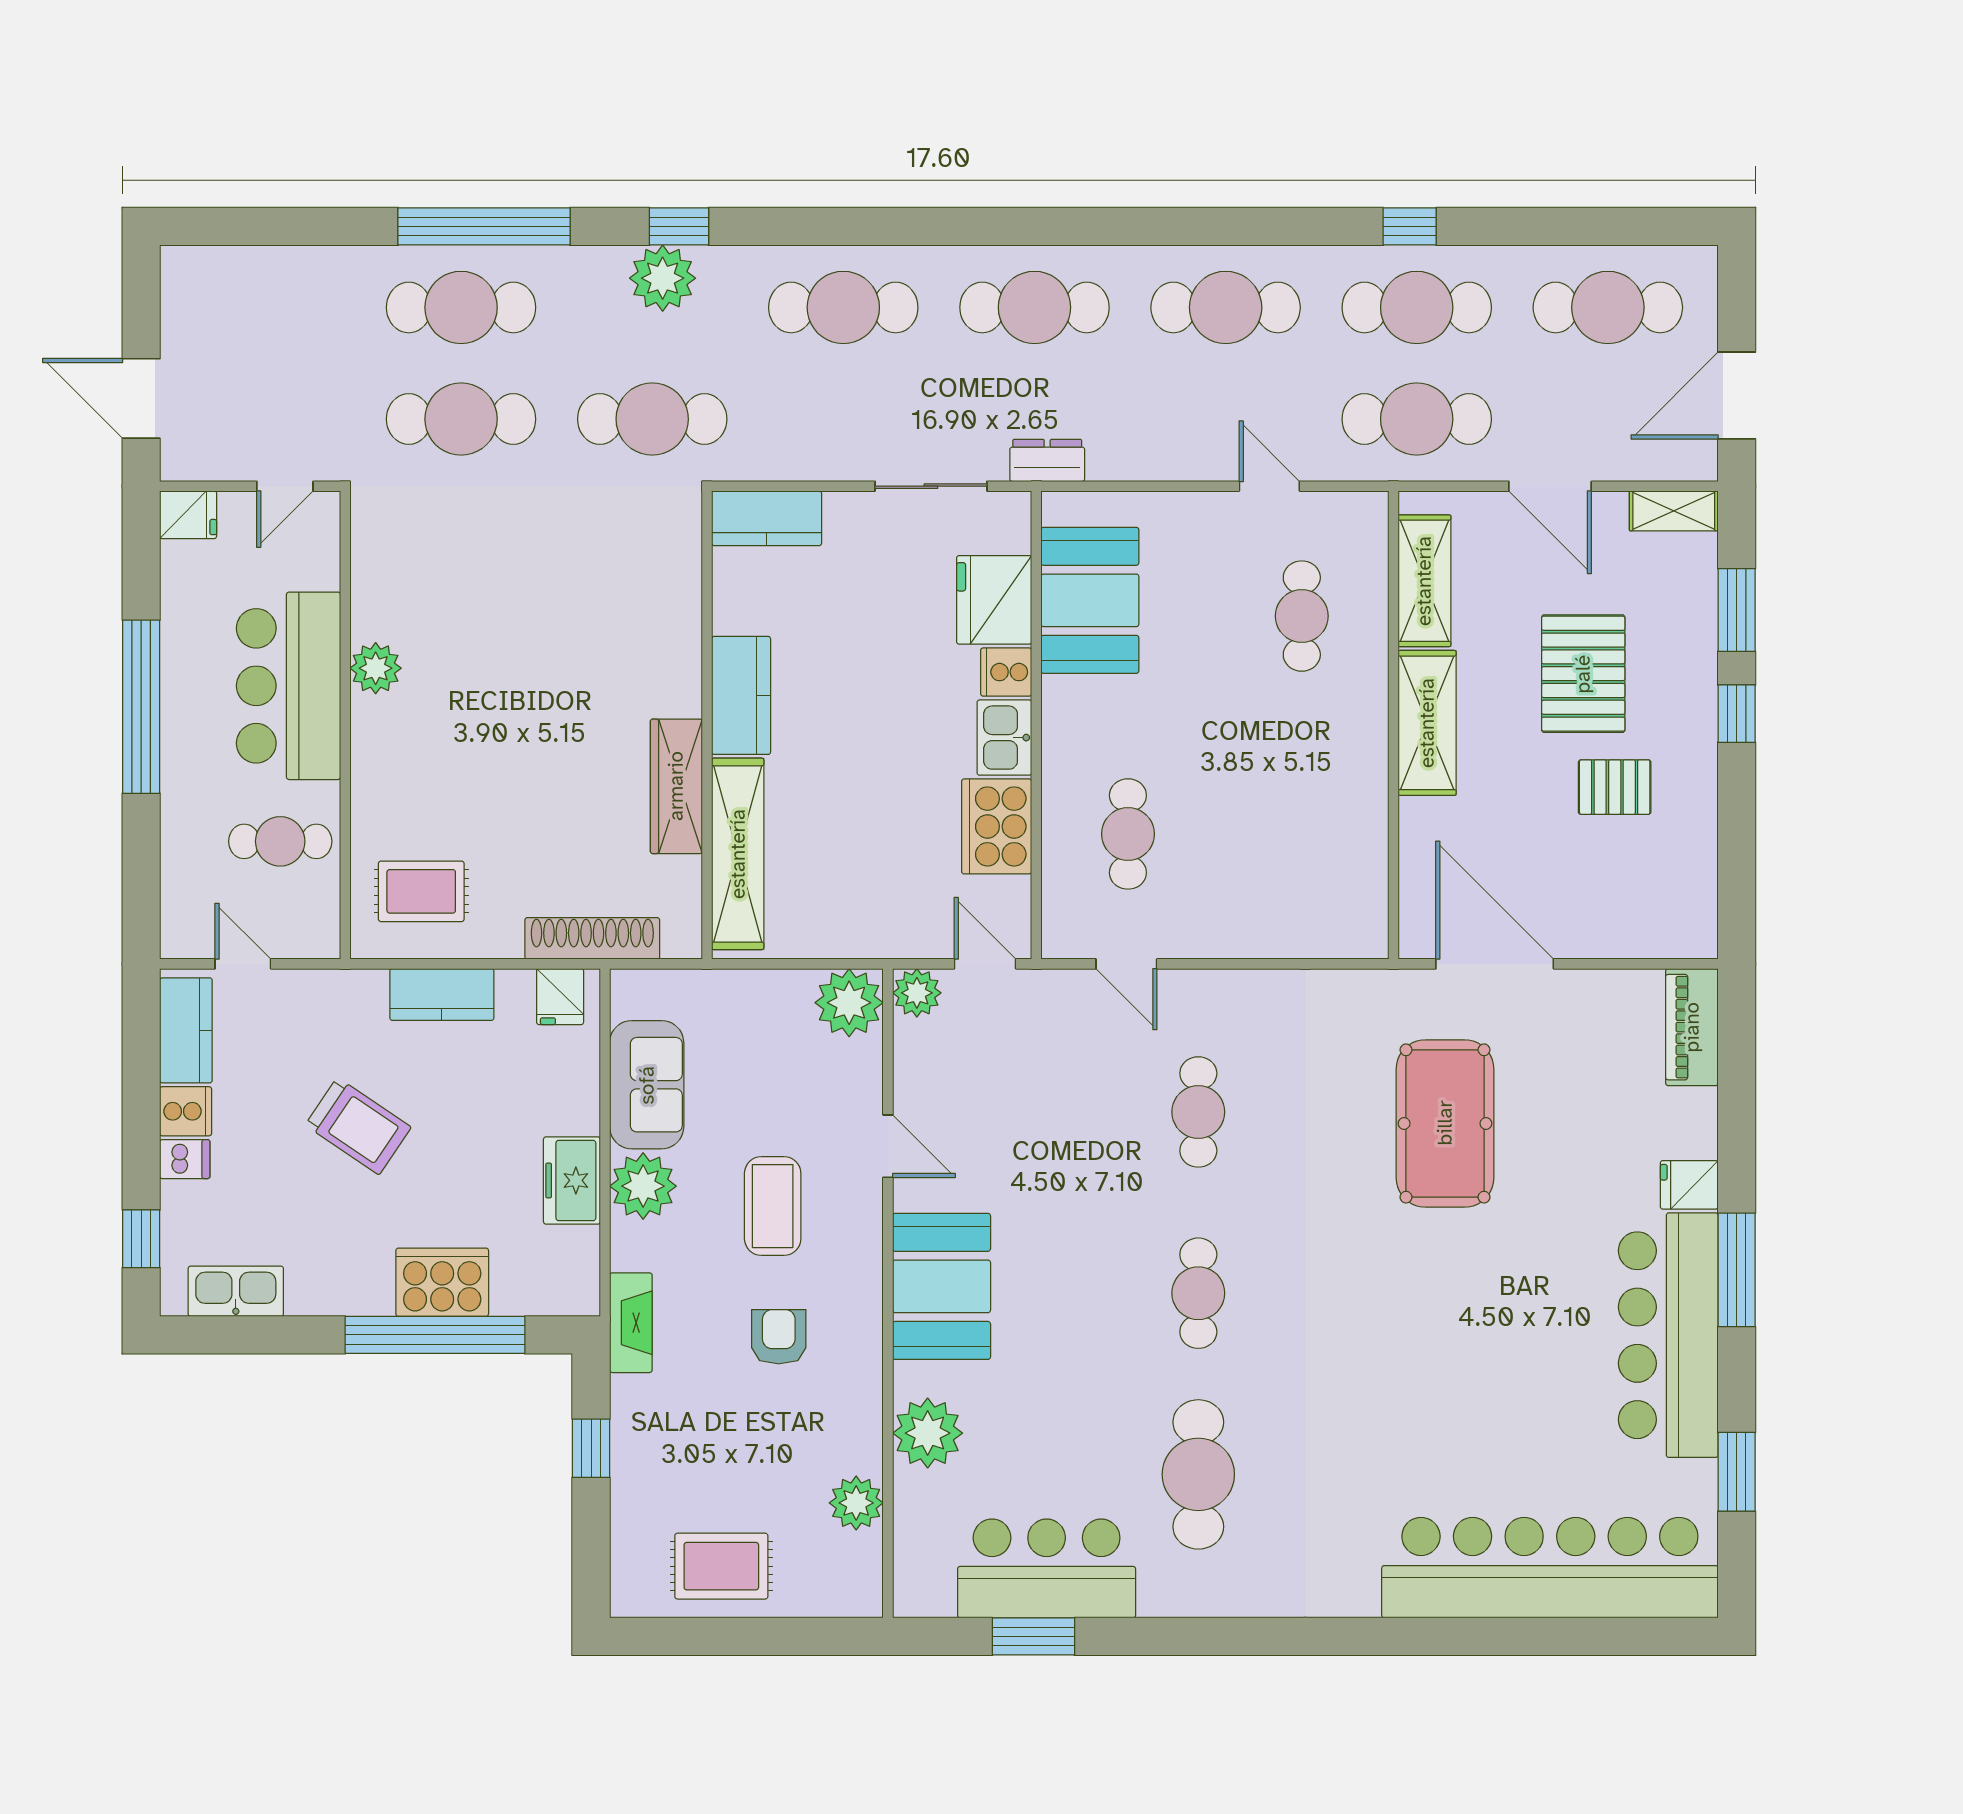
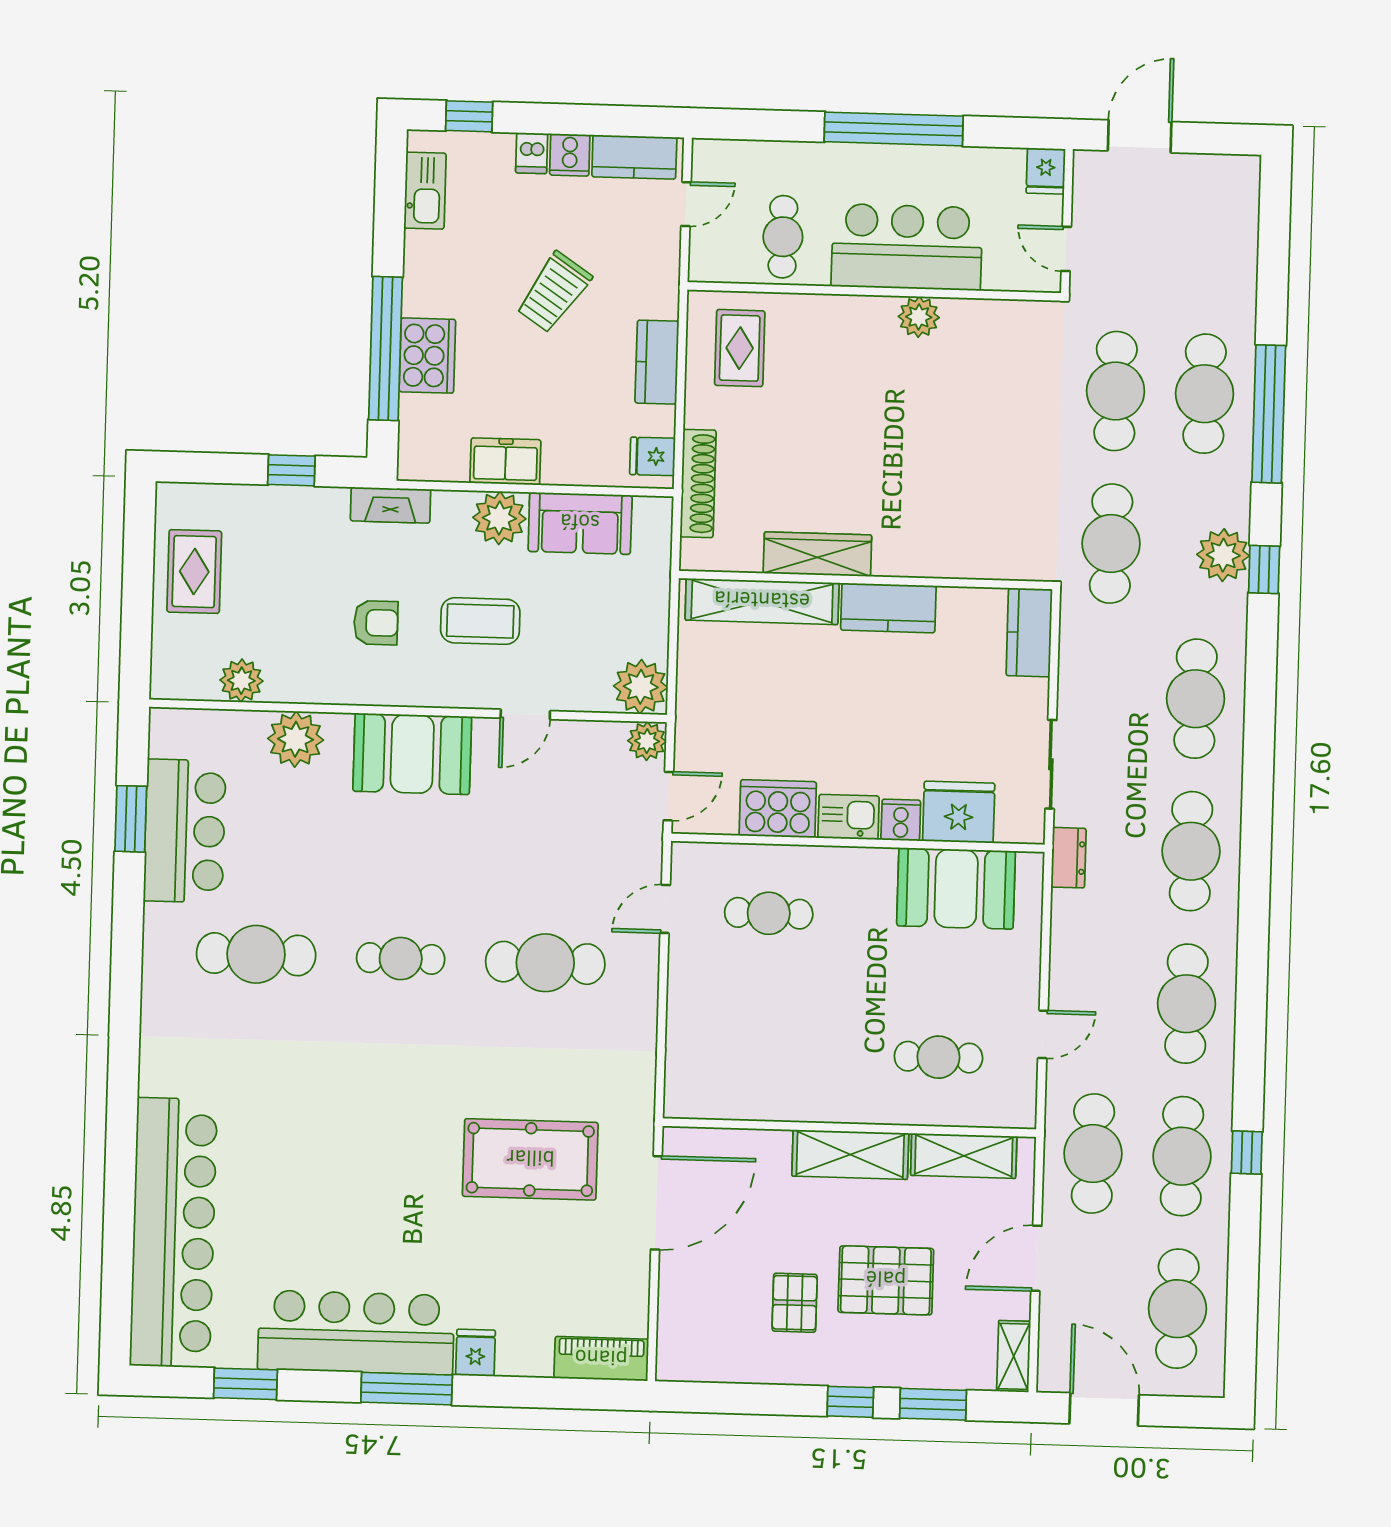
cafe table: (1198, 1112) -> (545, 963), width x1.37, depth x1.35

